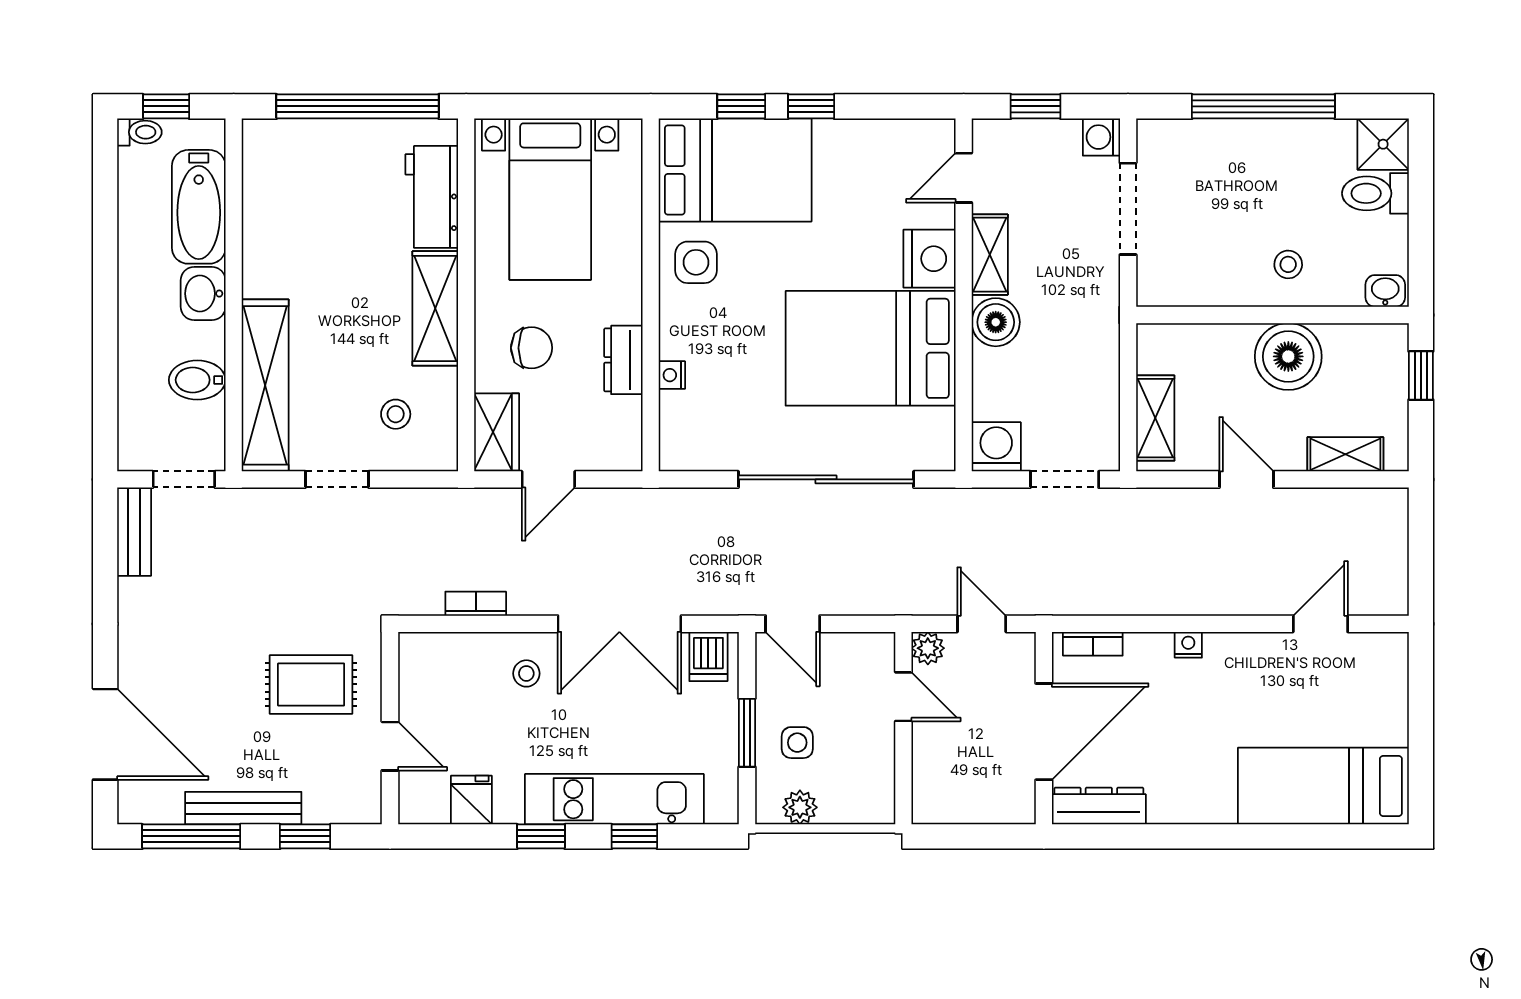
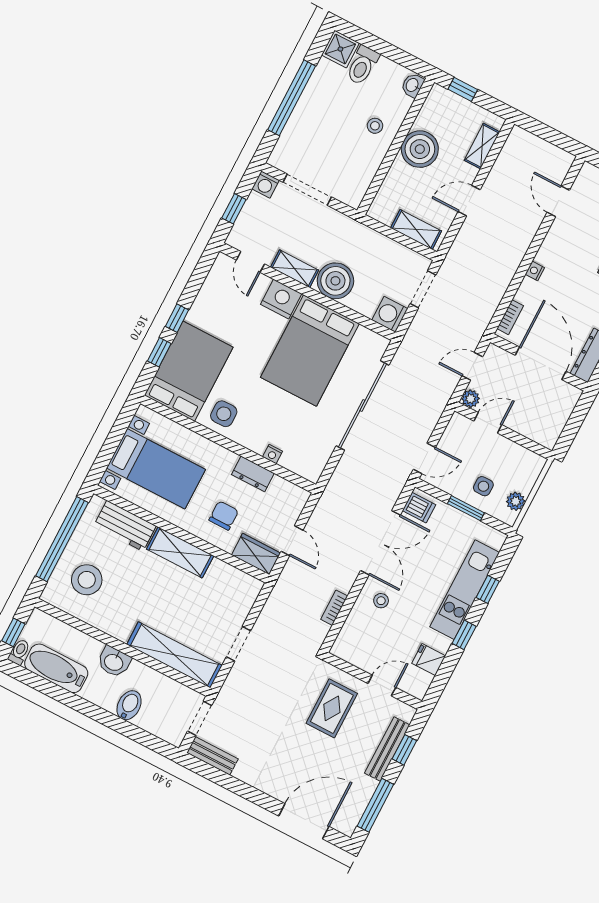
bathtub: (199, 207) -> (56, 668), moved, turned 180
boiler: (996, 322) -> (335, 281), width x1.37, depth x1.37
bidet: (197, 380) -> (129, 705), moved, turned 180
stool: (396, 414) -> (87, 580), moved, width x1.89, depth x1.89
bench: (243, 808) -> (387, 749), moved

